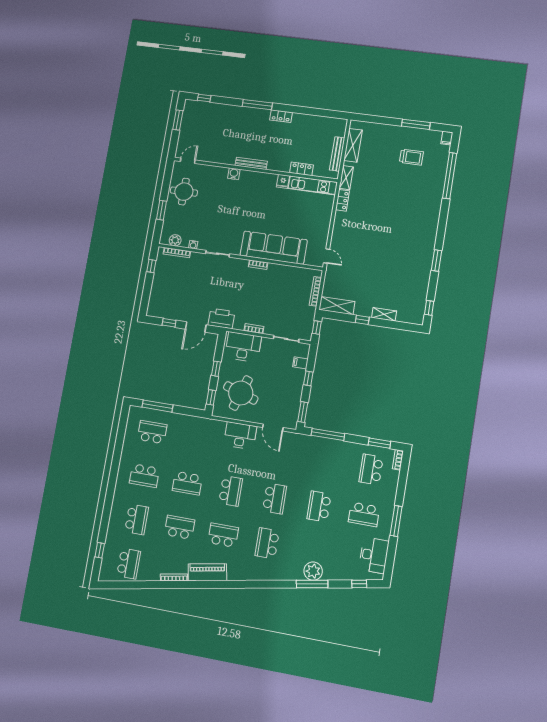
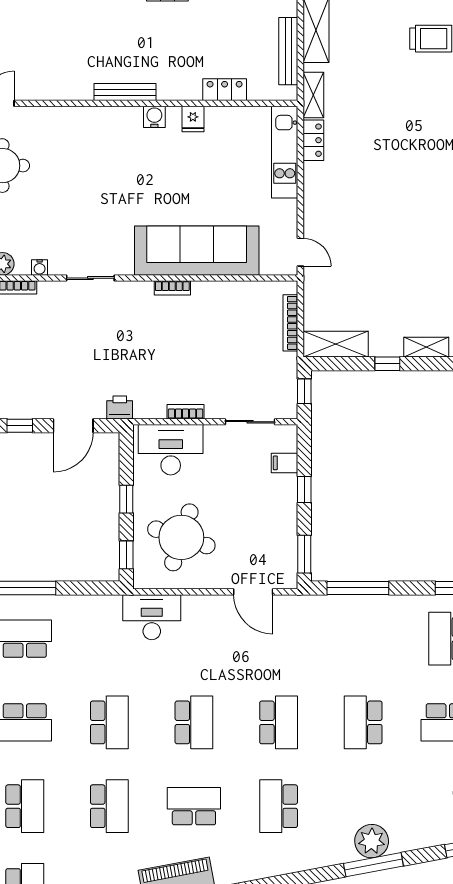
water cooler: (234, 174) -> (154, 117), moved
kitchen unit: (313, 185) -> (285, 152), moved, turned 90
printer: (221, 318) -> (120, 407), width x0.53, depth x0.68
desk: (240, 436) -> (152, 617), moved
school desk: (187, 483) -> (109, 722), turned -90
school desk: (180, 527) -> (109, 806), turned 90

